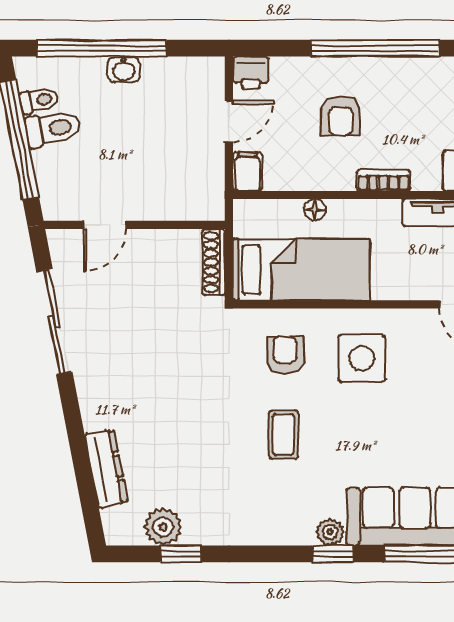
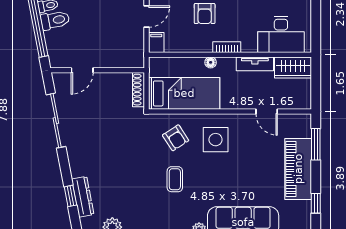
floor lamp: (315, 210) -> (211, 62), moved
armchair: (285, 355) -> (176, 138), turned 147
window: (82, 467) -> (70, 196), added

